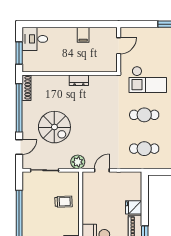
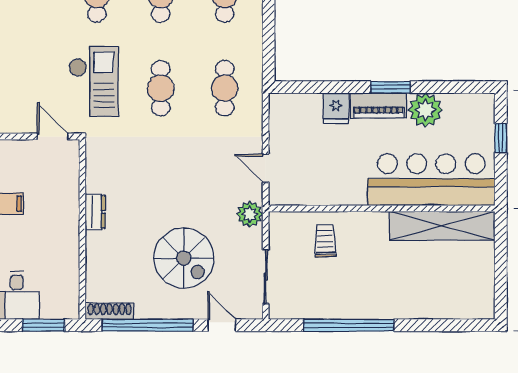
door: (119, 46) -> (53, 137), moved
spiral stairs: (54, 127) -> (184, 258), turned 90

